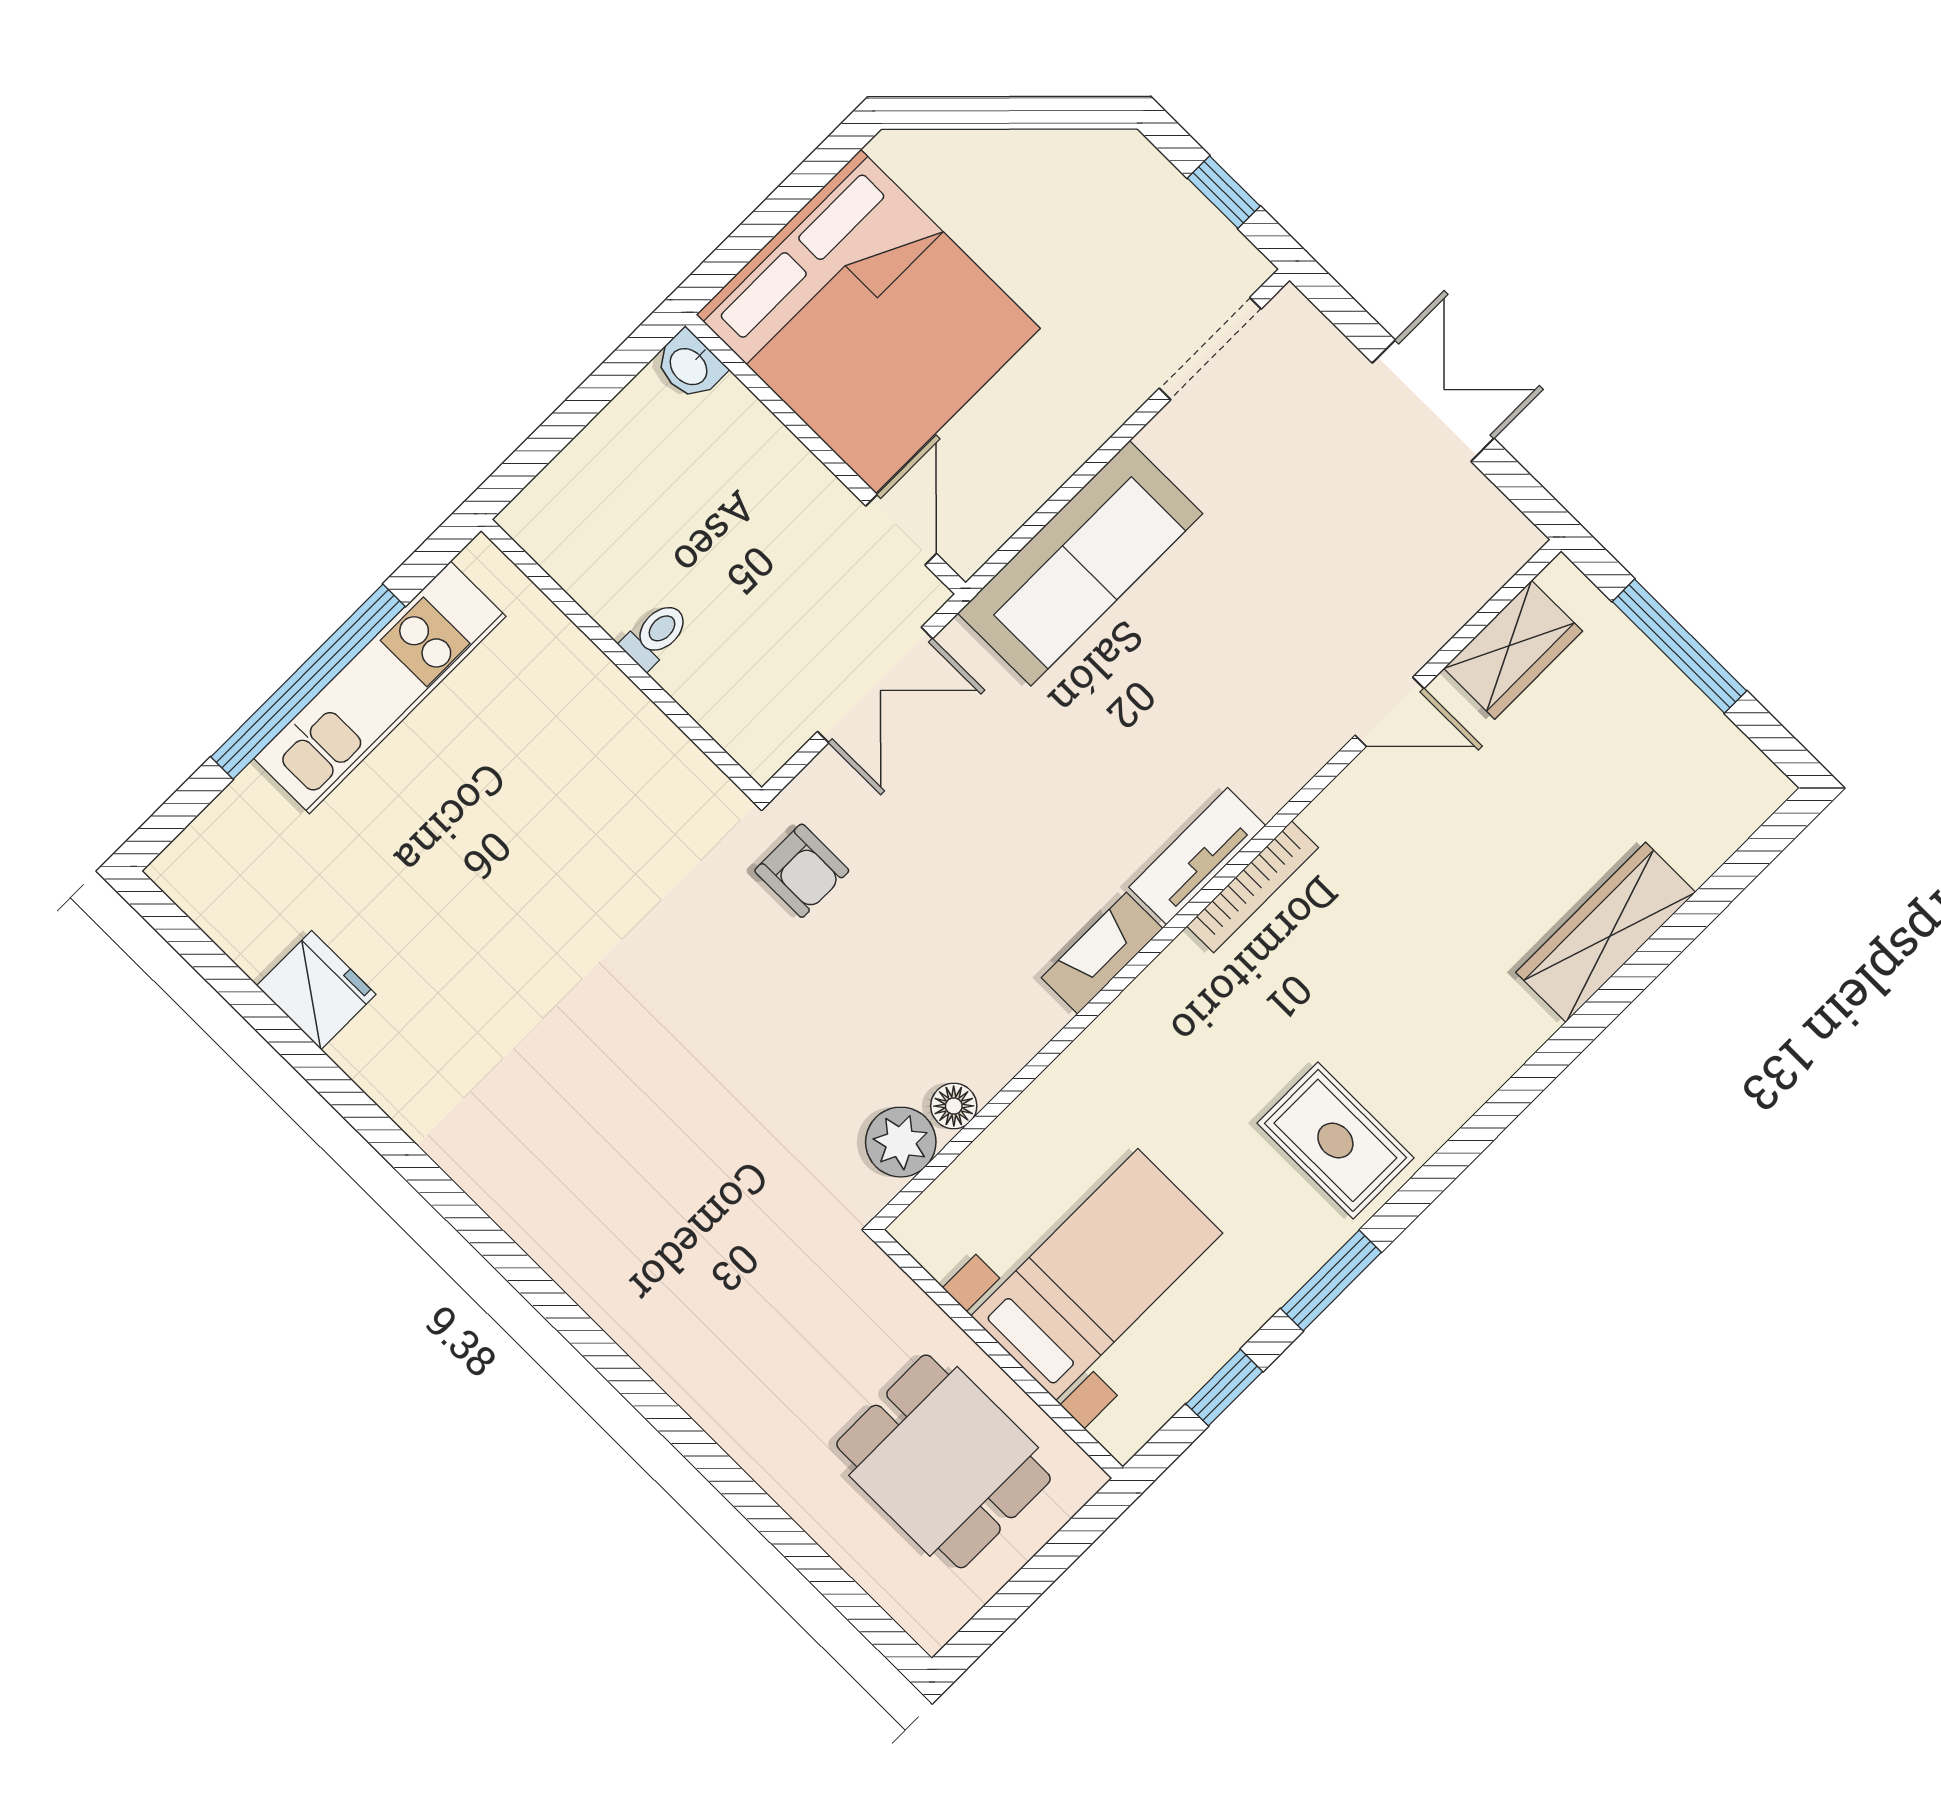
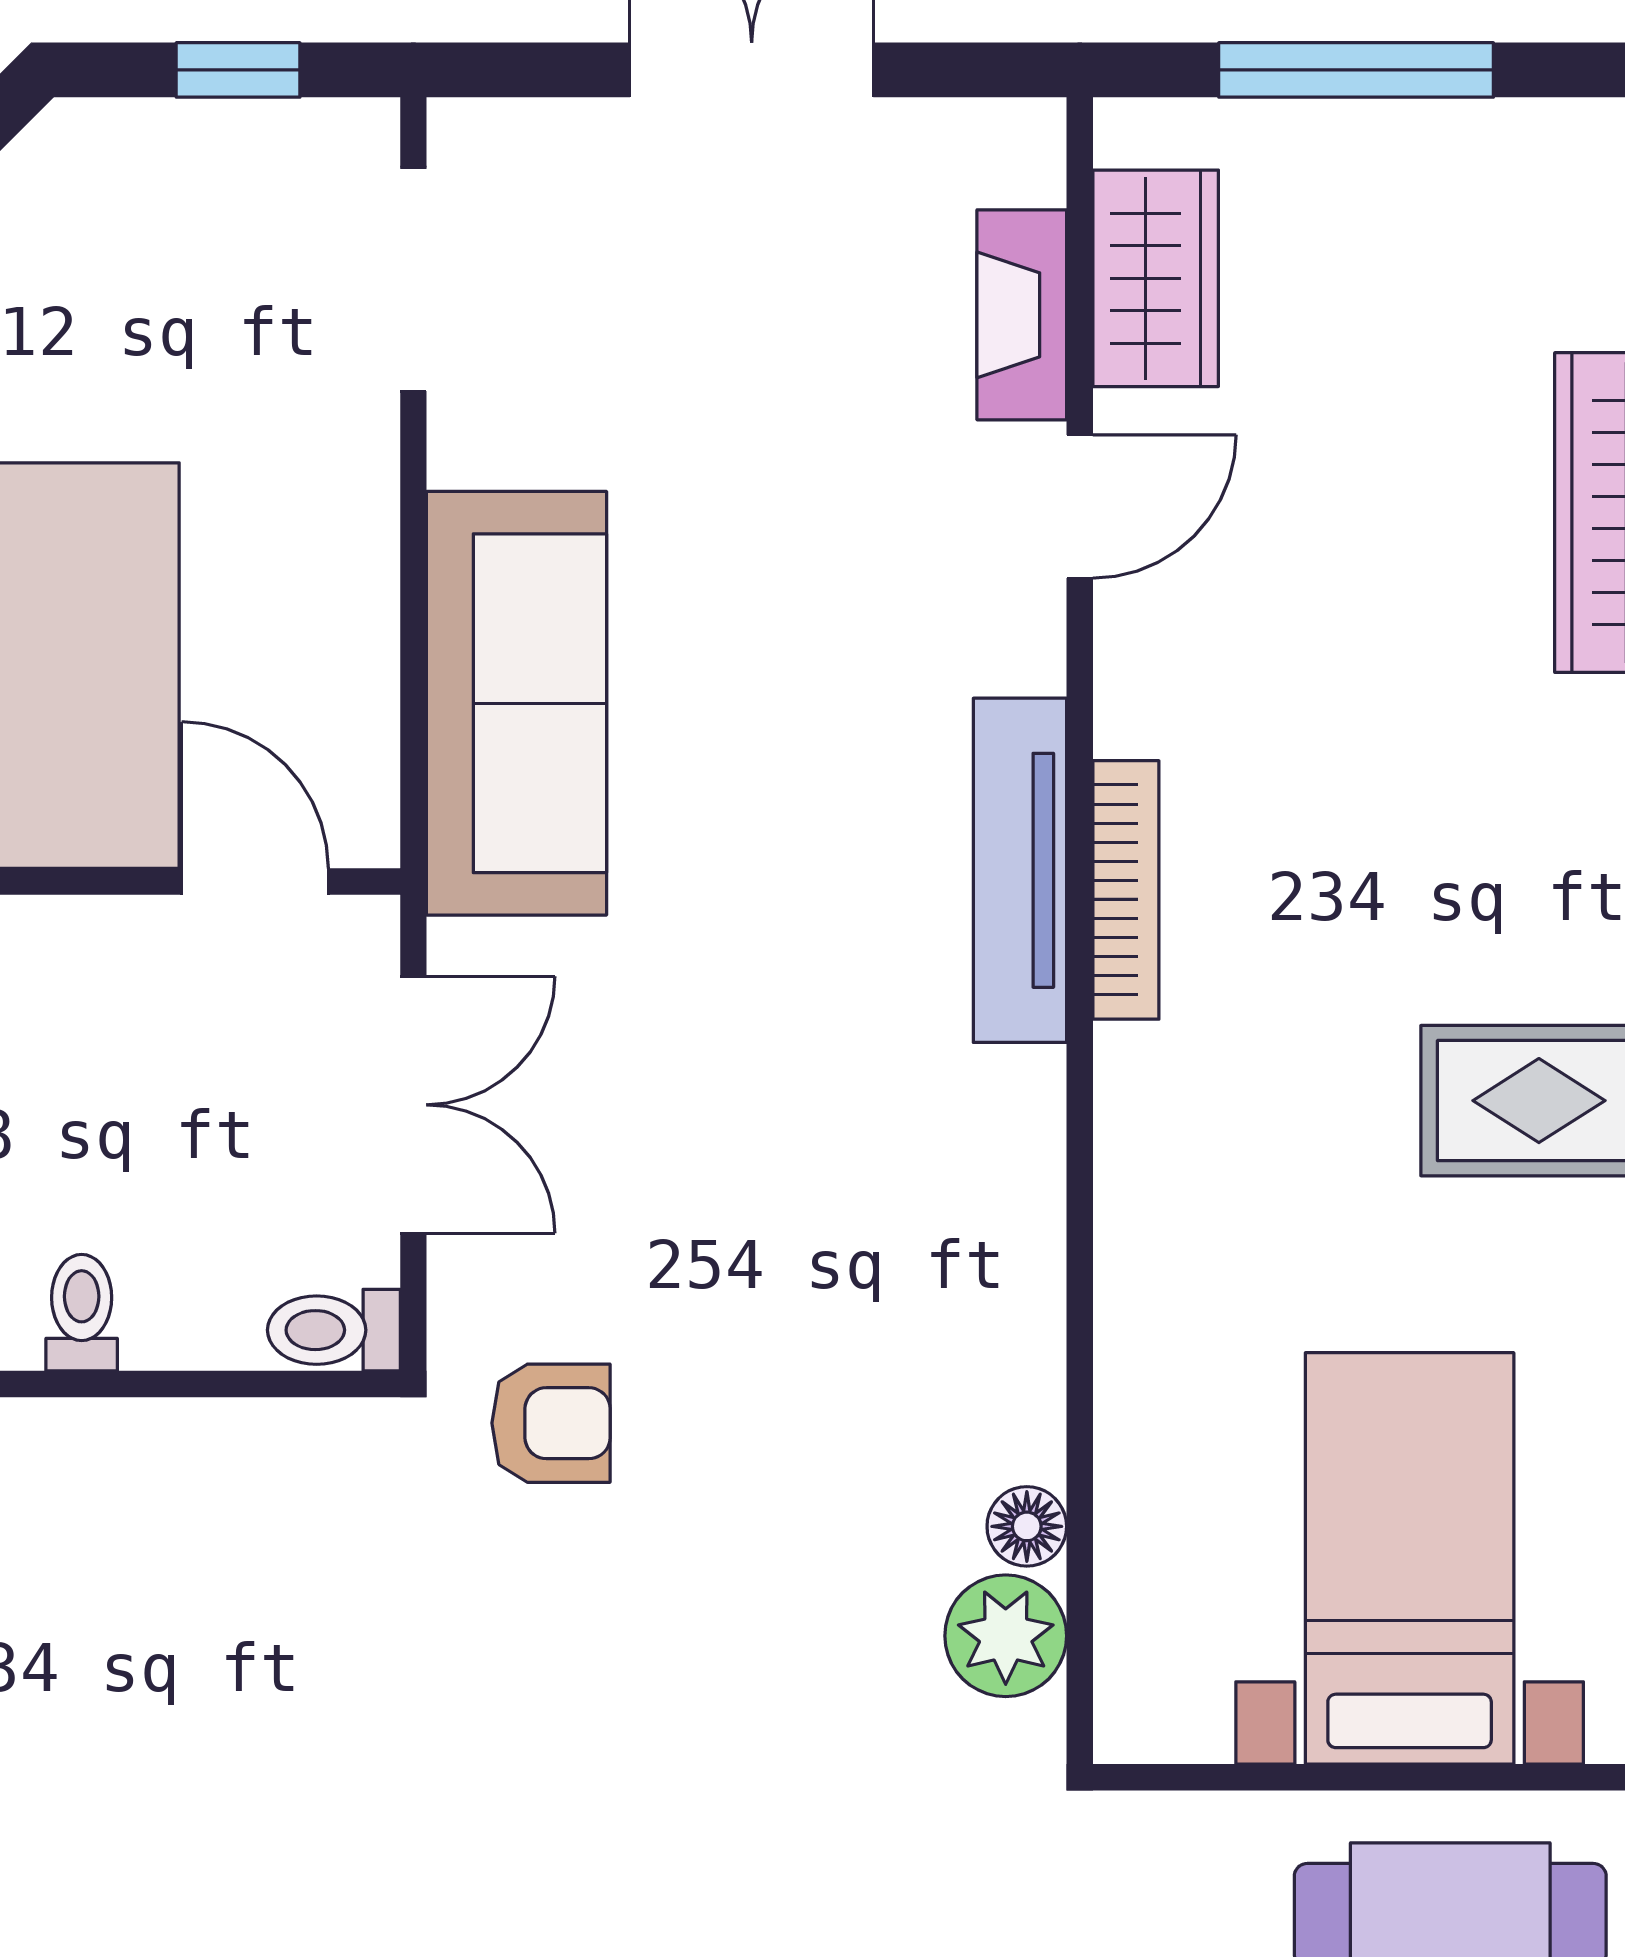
toilet: (751, 745) -> (334, 1330), added
tv unit: (1197, 856) -> (1020, 870), width x1.41
fireplace: (1102, 953) -> (1022, 315), moved

